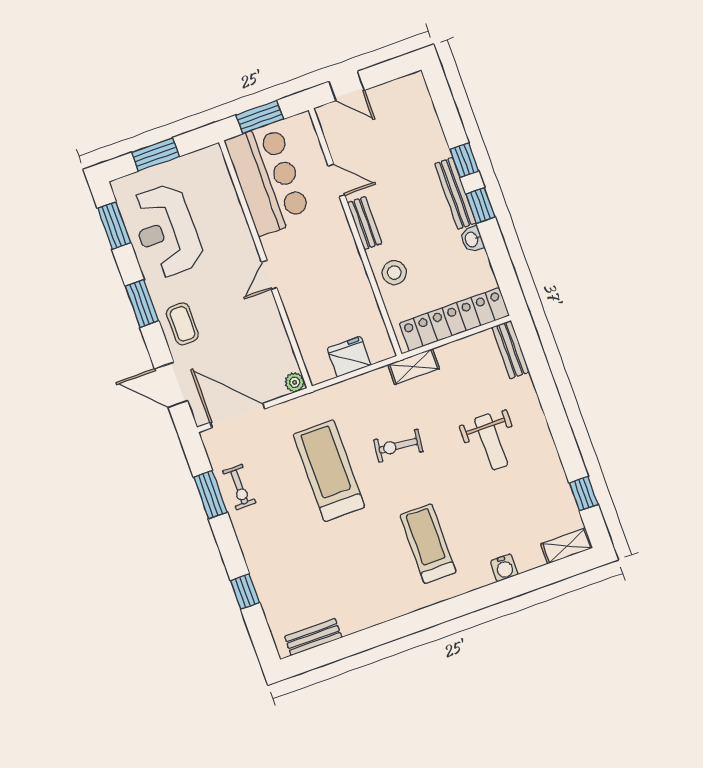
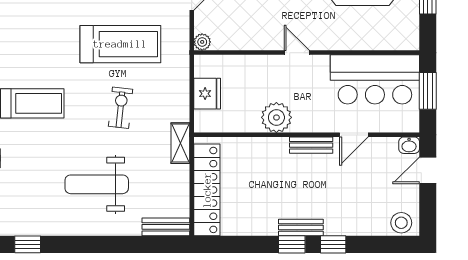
bench: (455, 193) -> (301, 228), width x0.73
washbasin: (472, 239) -> (409, 145), moved, turned 180
plant: (348, 272) -> (276, 117), added
stool: (394, 273) -> (401, 223), moved
weight bench: (491, 442) -> (97, 184), width x1.36, depth x1.33

